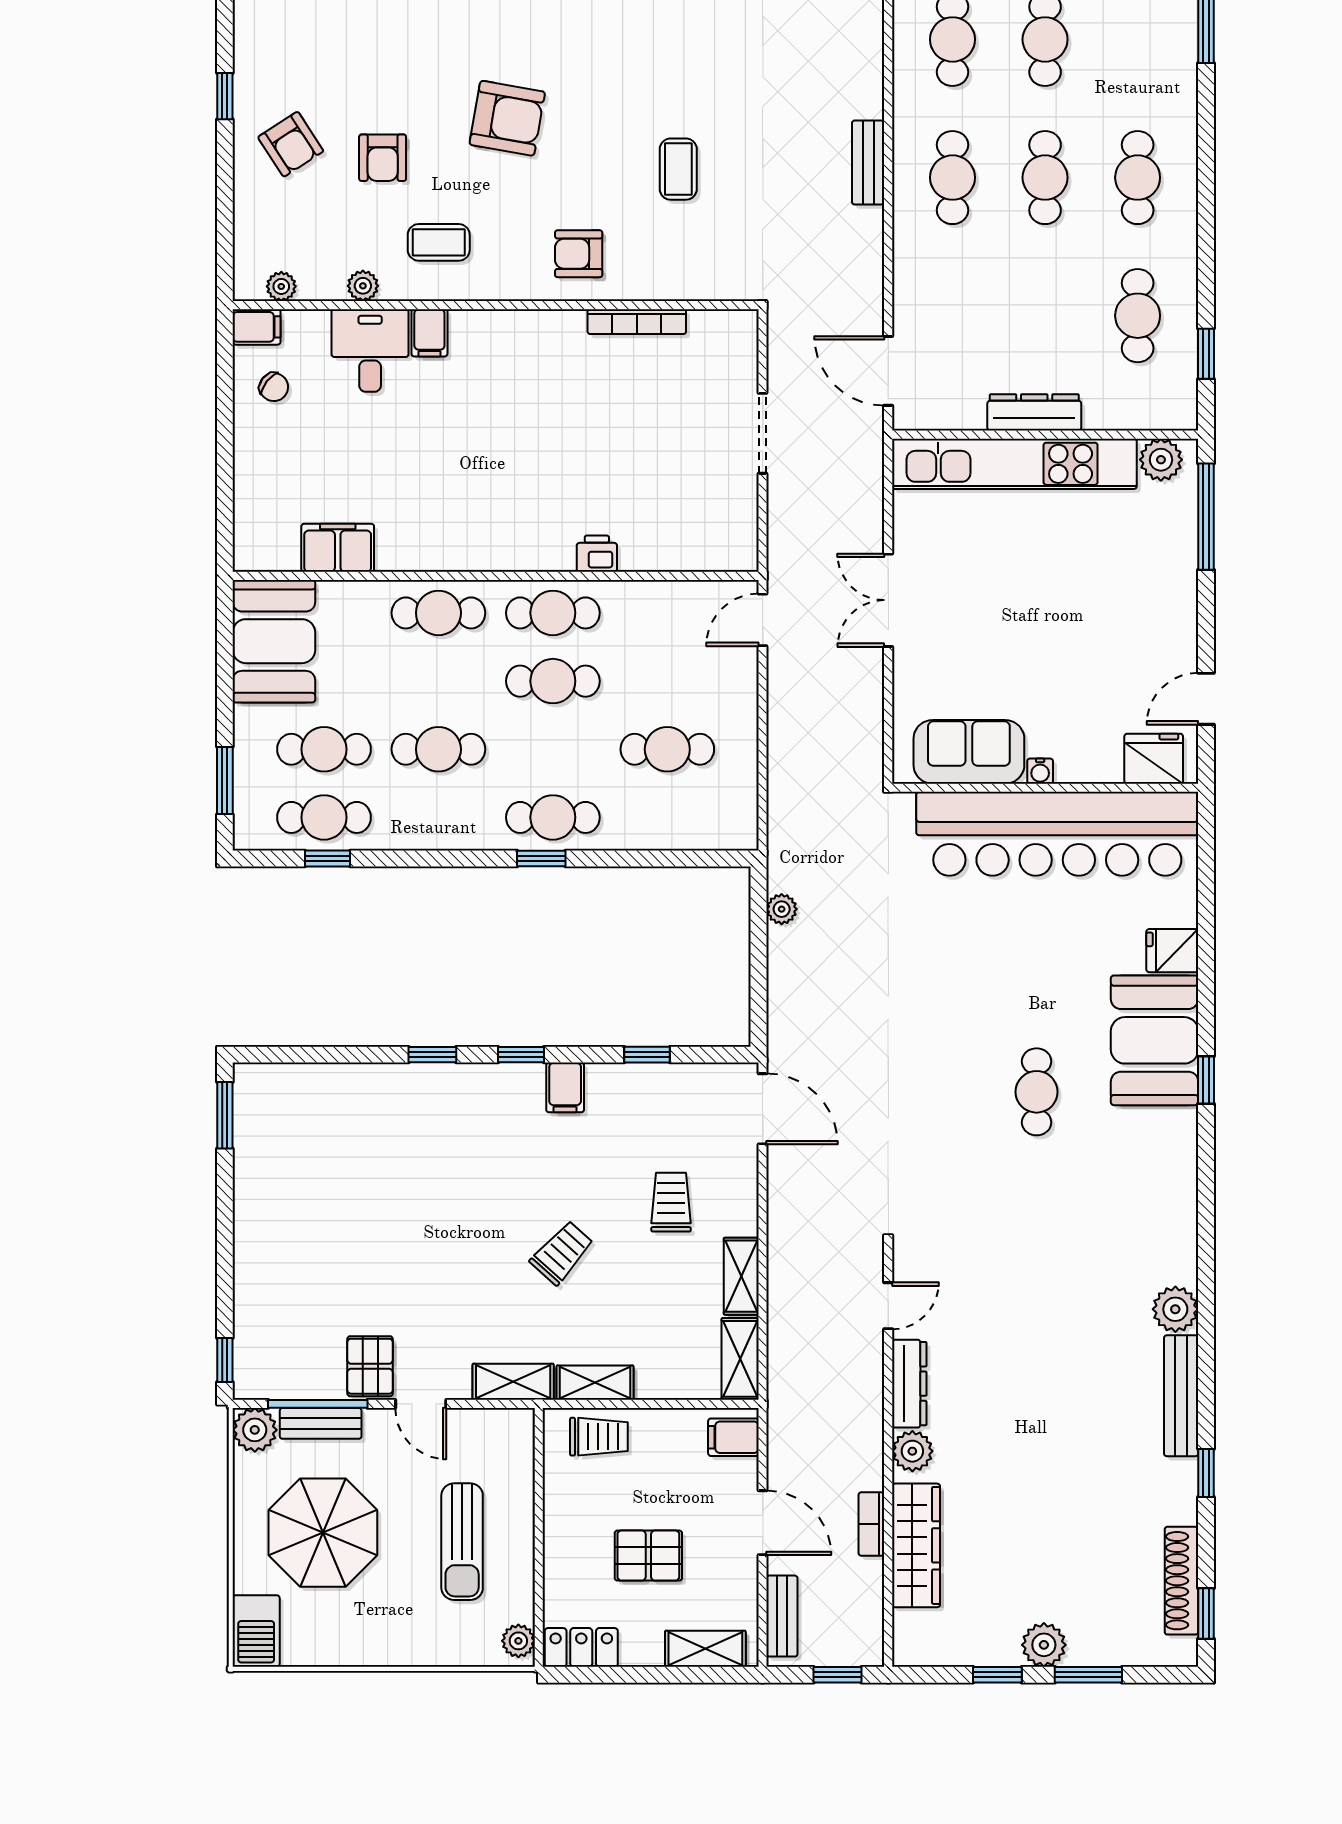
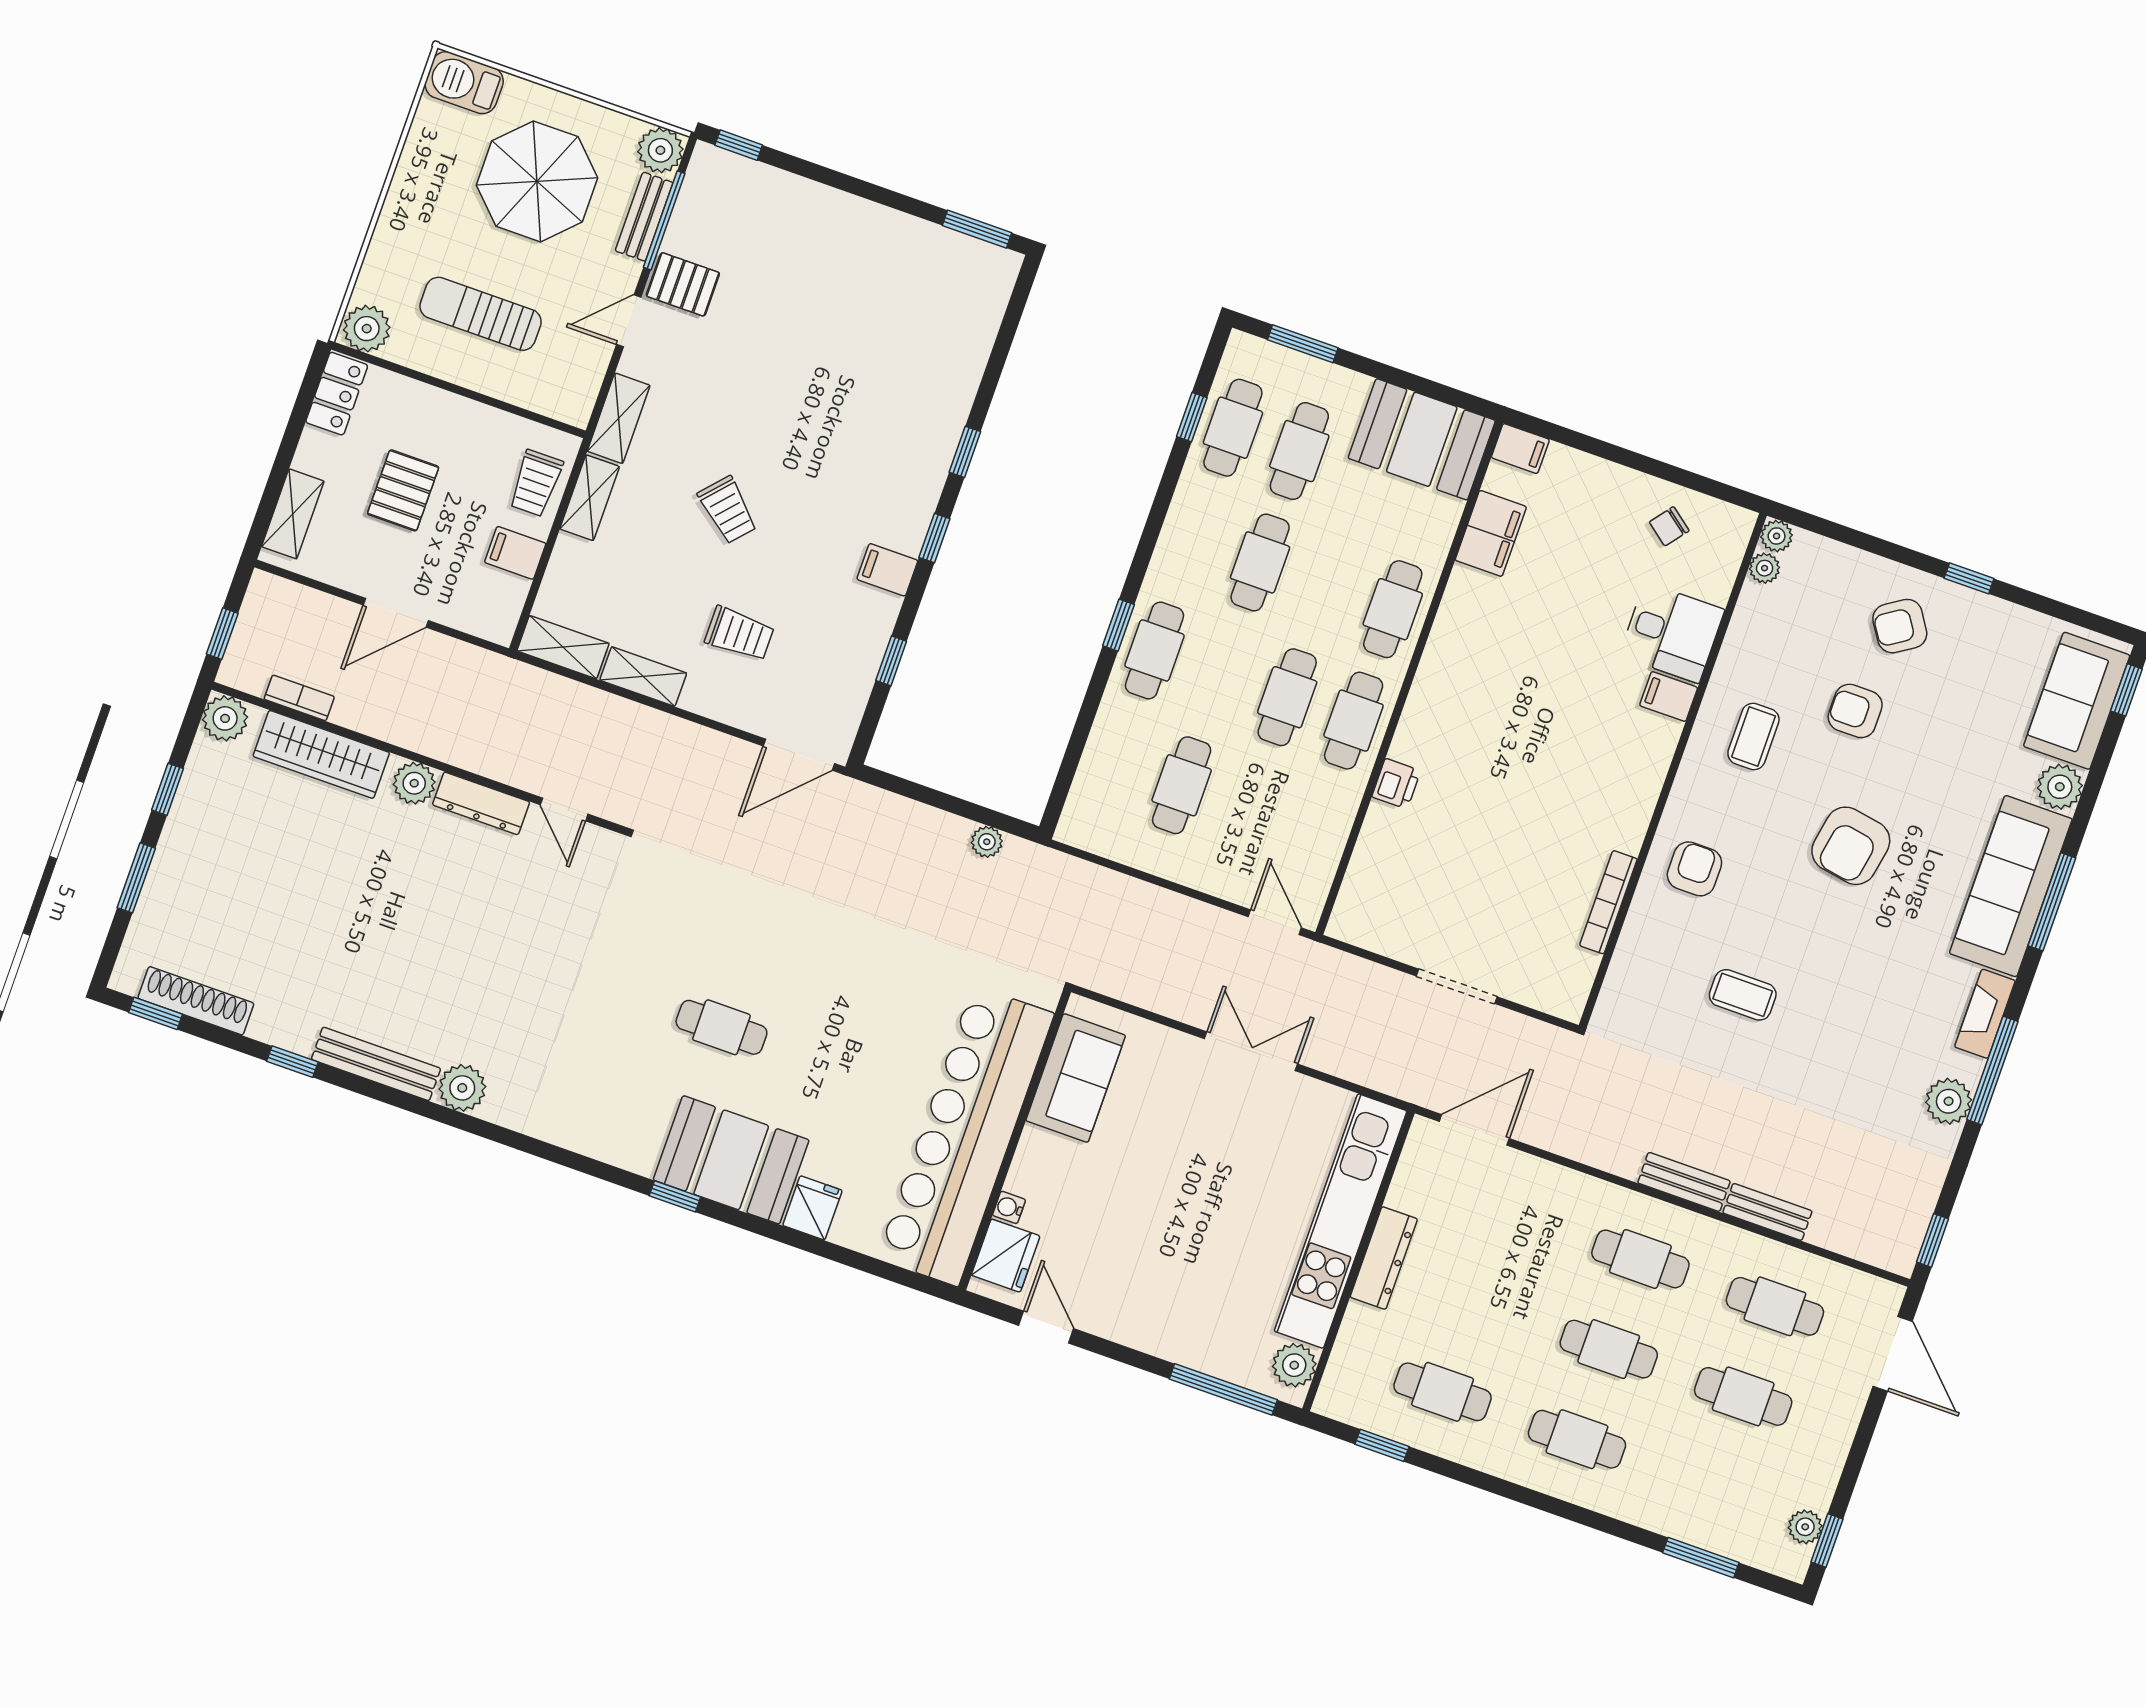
plant: (363, 286) -> (1777, 536), moved
filing cabinet: (257, 327) -> (1520, 449), moved, turned -90
water cooler: (1040, 771) -> (1009, 1207), moved
filing cabinet: (733, 1437) -> (515, 553), moved, turned -90
bookcase: (871, 1524) -> (299, 698), moved
bench: (782, 1616) -> (1767, 1212), moved
plant: (518, 1641) -> (367, 329), width x1.38, depth x1.38
plant: (1044, 1645) -> (225, 718), moved

